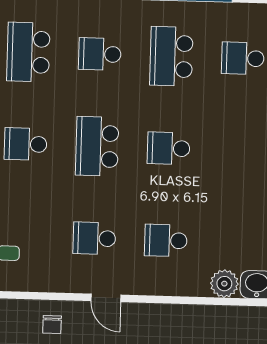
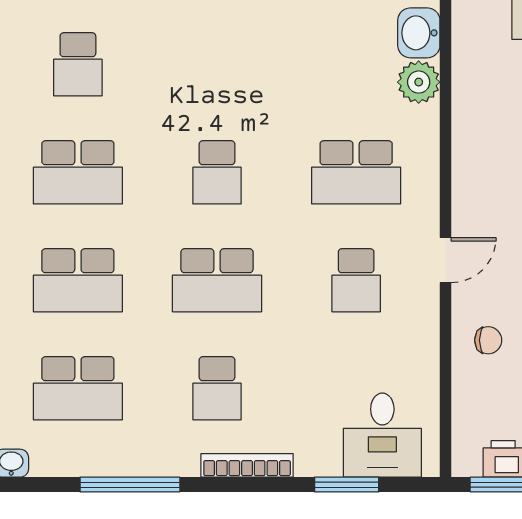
school desk: (100, 54) -> (78, 280), width x1.85
school desk: (166, 240) -> (356, 172), width x1.85

